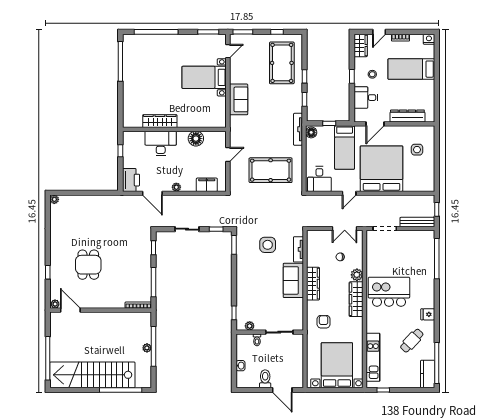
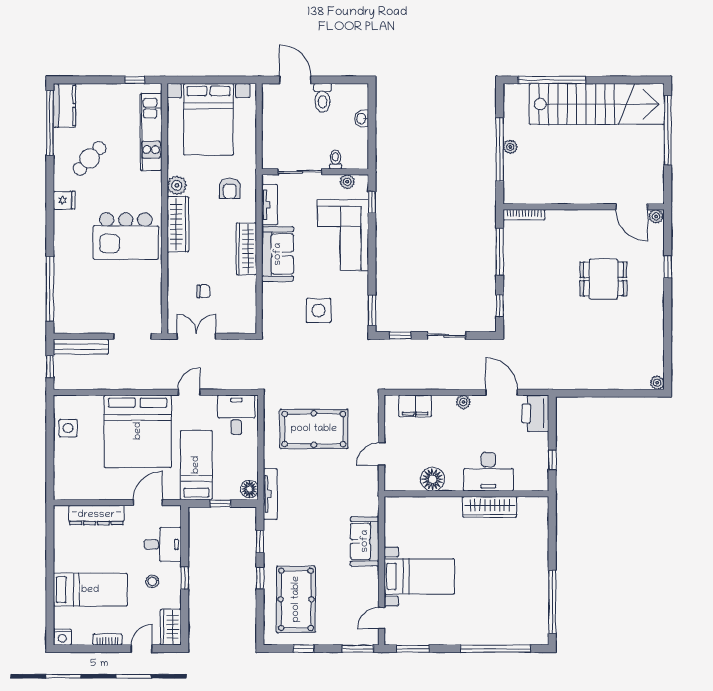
side table: (417, 150) -> (68, 428), moved
tv unit: (298, 249) -> (270, 205), moved
dining table: (88, 265) -> (603, 279), turned 90
plant: (357, 275) -> (177, 185), moved
corner sofa: (252, 292) -> (343, 235), added

